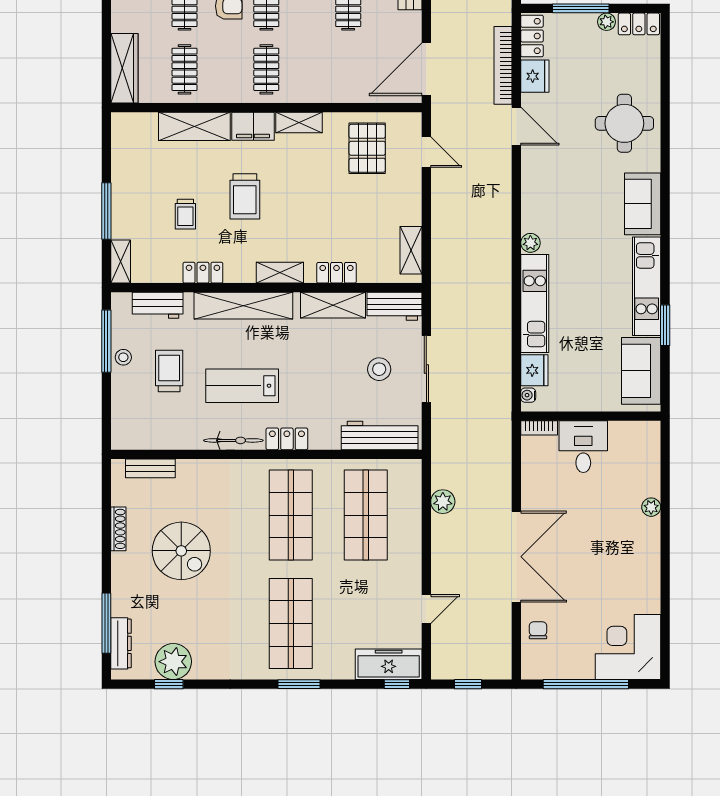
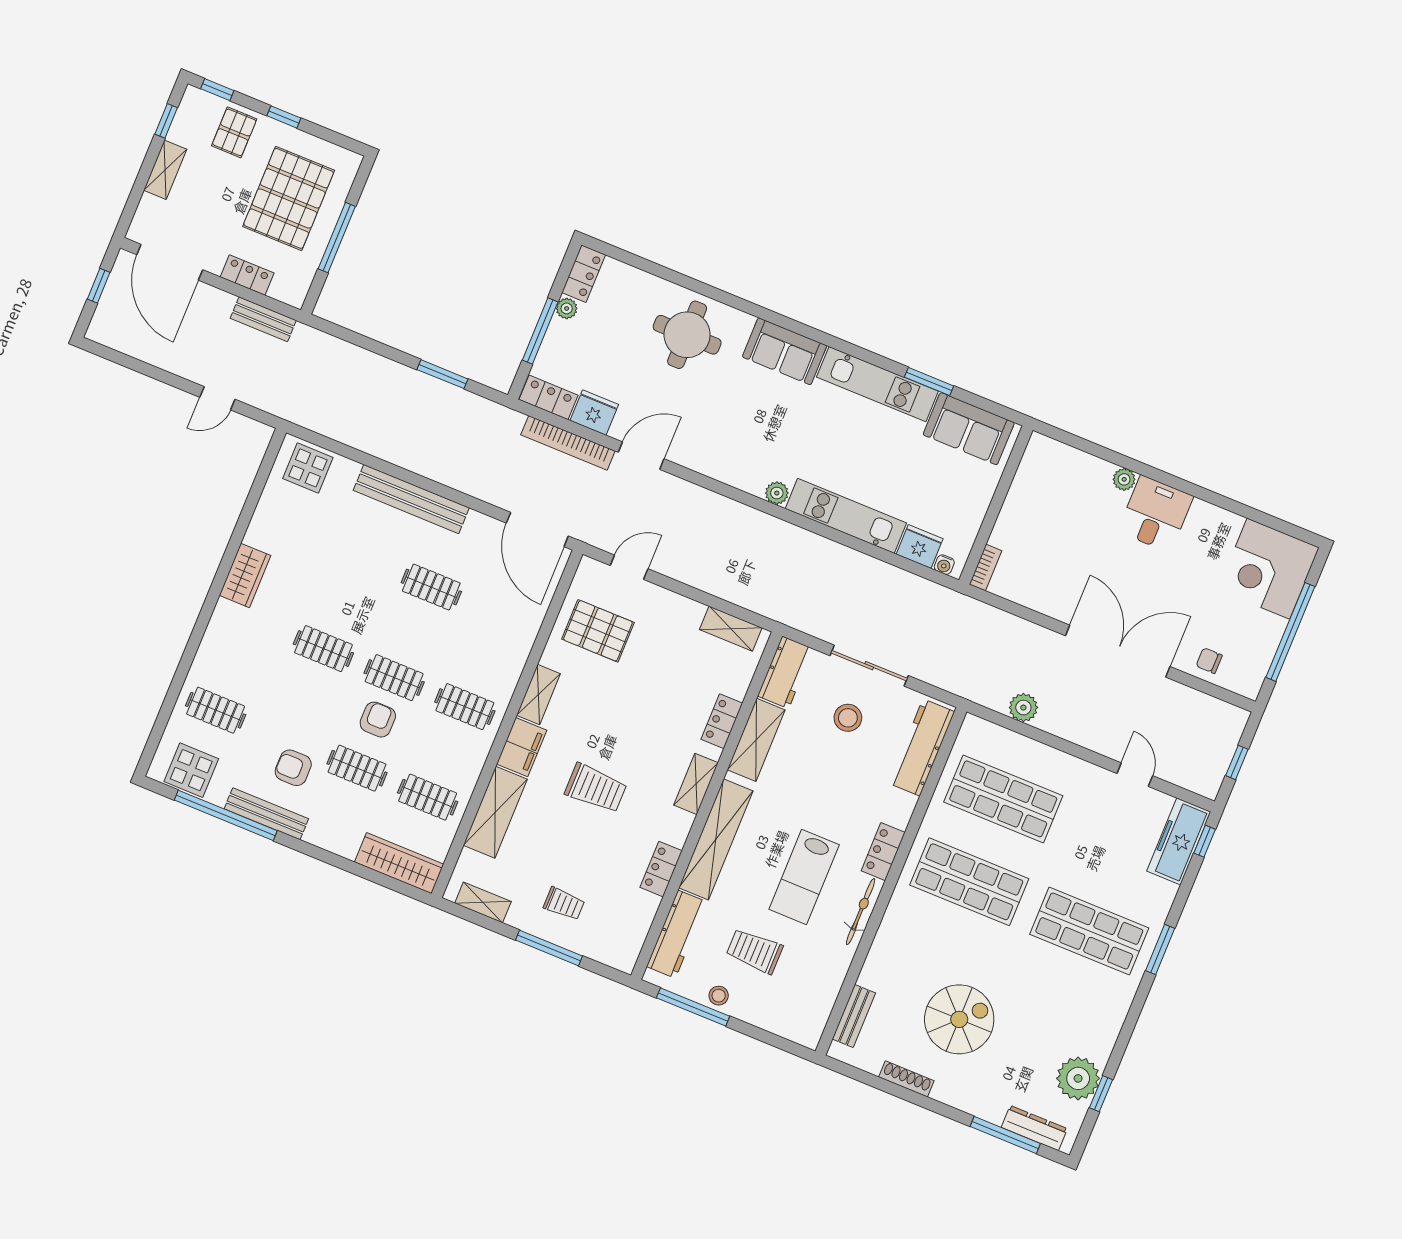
trolley: (185, 214) -> (564, 904), moved
shelving: (121, 262) -> (483, 902), moved
workbench: (158, 305) -> (677, 934), width x1.37
desk: (583, 447) -> (1156, 514), moved, turned 90

